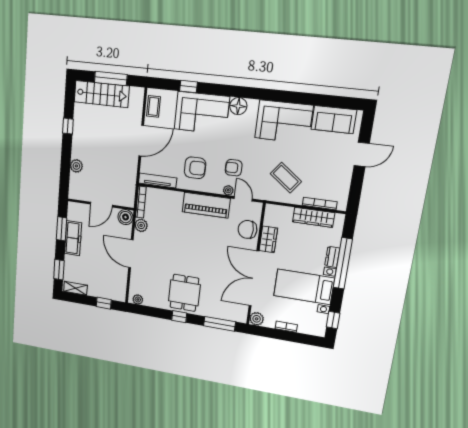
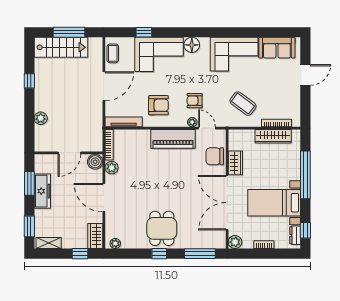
dresser: (332, 257) -> (295, 235), moved
wardrobe: (119, 289) -> (95, 236), added

